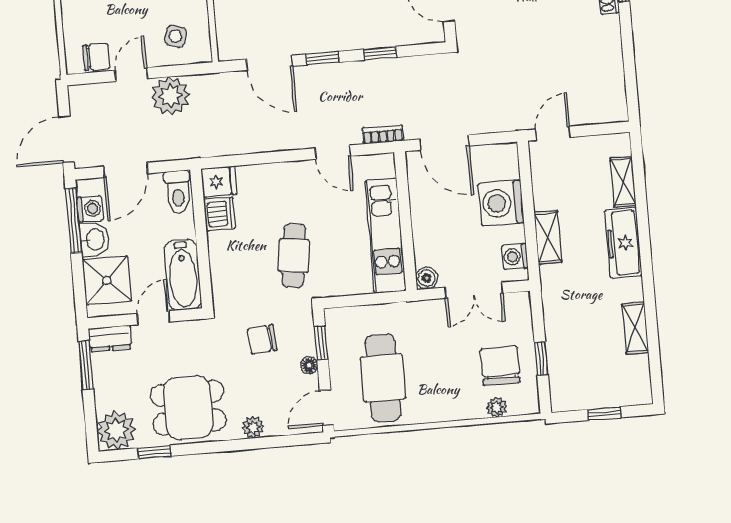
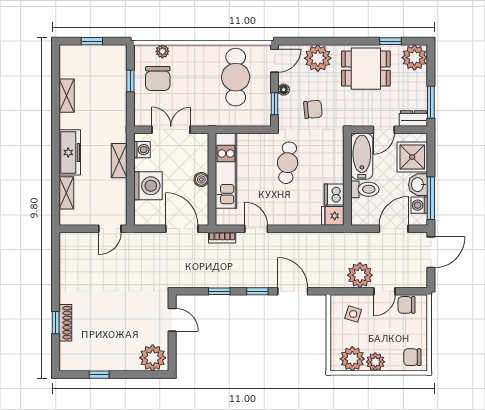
toilet: (178, 192) -> (365, 189), moved, turned 90
boiler: (427, 278) -> (201, 179), moved
plant: (253, 427) -> (318, 58), width x1.88, depth x1.88

